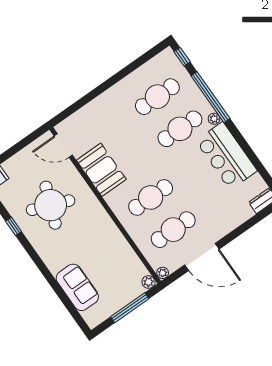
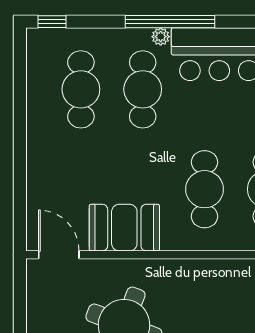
window: (210, 97) -> (170, 22), moved
door: (63, 146) -> (59, 255), swing flipped

